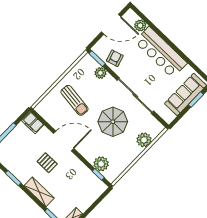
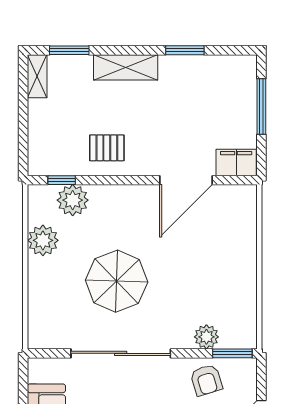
sun lounger: (74, 100) -> (206, 257), removed
plant: (144, 140) -> (43, 240), moved
door: (64, 141) -> (186, 180), moved
pallet: (47, 163) -> (107, 148), moved

